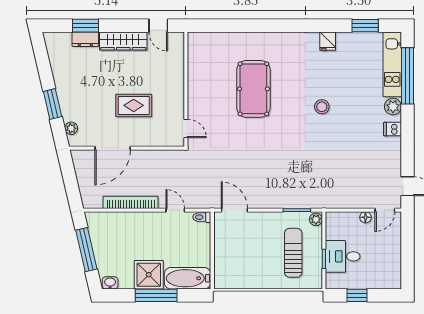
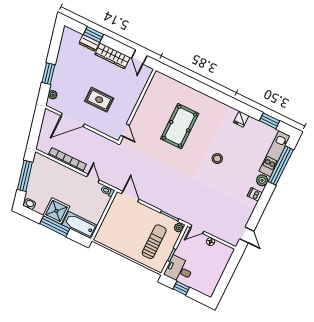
door: (385, 210) -> (197, 229), moved
desk: (343, 256) -> (179, 270), moved

